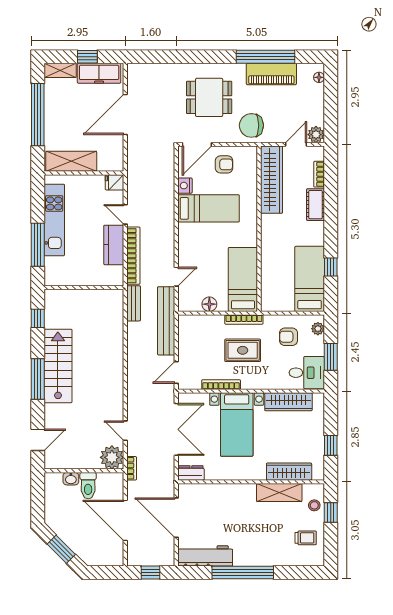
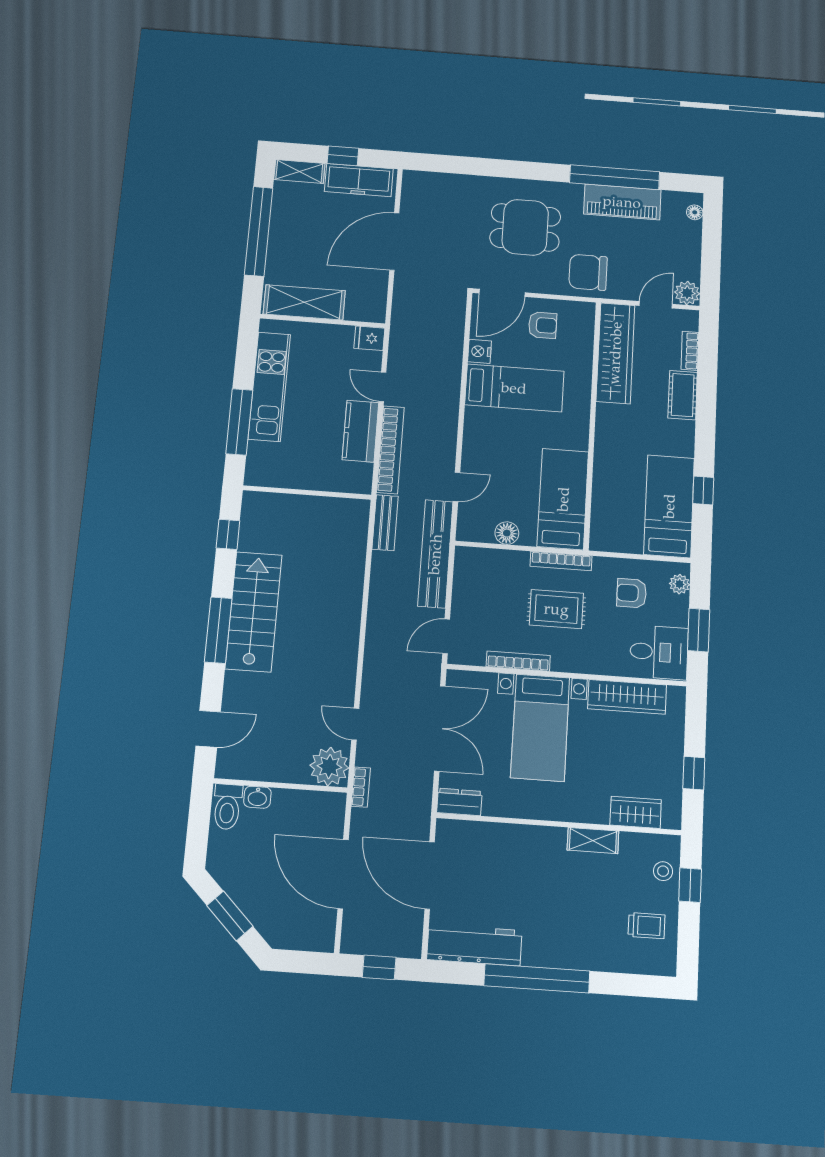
wardrobe: (289, 472) -> (636, 812), width x0.67
toilet: (88, 486) -> (227, 807), moved
shelving: (279, 492) -> (593, 841), width x0.67, depth x0.75

